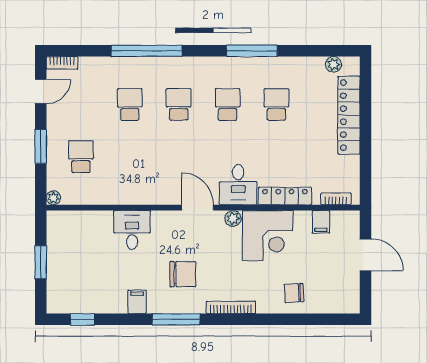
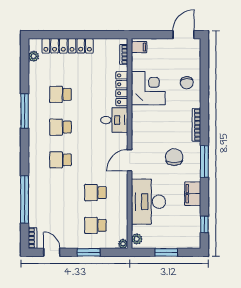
window: (147, 51) -> (25, 199), moved
school desk: (130, 105) -> (95, 193), moved
door: (197, 208) -> (130, 160), moved
plant: (233, 218) -> (137, 239), moved
filing cabinet: (321, 222) -> (139, 47), moved
desk: (132, 230) -> (148, 202), width x1.87, depth x1.30
corner desk: (268, 235) -> (148, 88), moved
door: (366, 255) -> (183, 35), moved
filing cabinet: (137, 302) -> (193, 194), width x2.00

